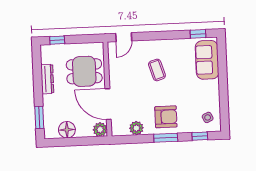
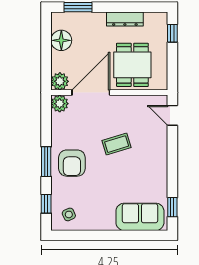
coffee table: (157, 70) -> (117, 144), moved
plant: (136, 128) -> (60, 104), moved

